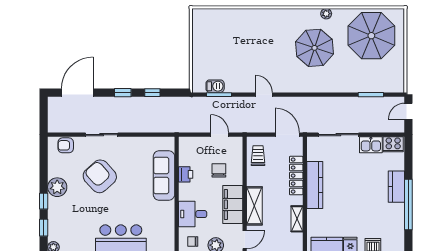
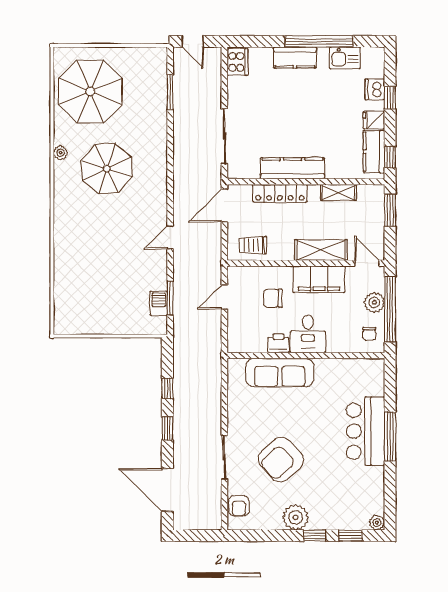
kitchen sink: (371, 145) -> (345, 58), moved, turned 90
desk: (193, 214) -> (308, 334), moved

